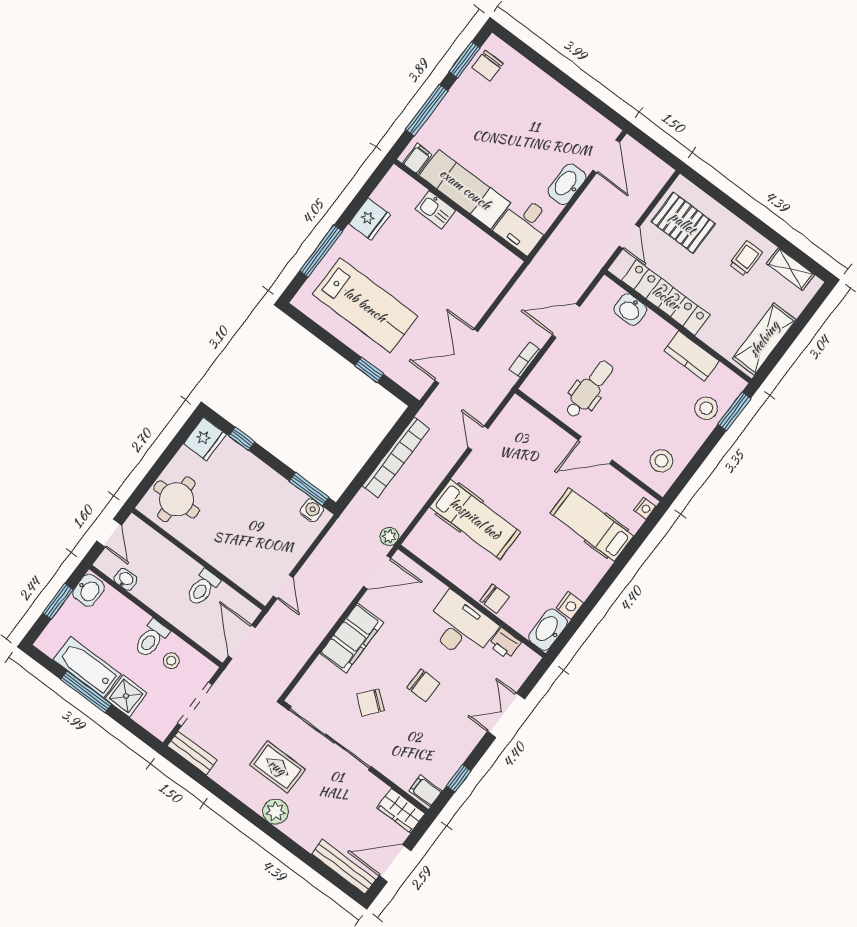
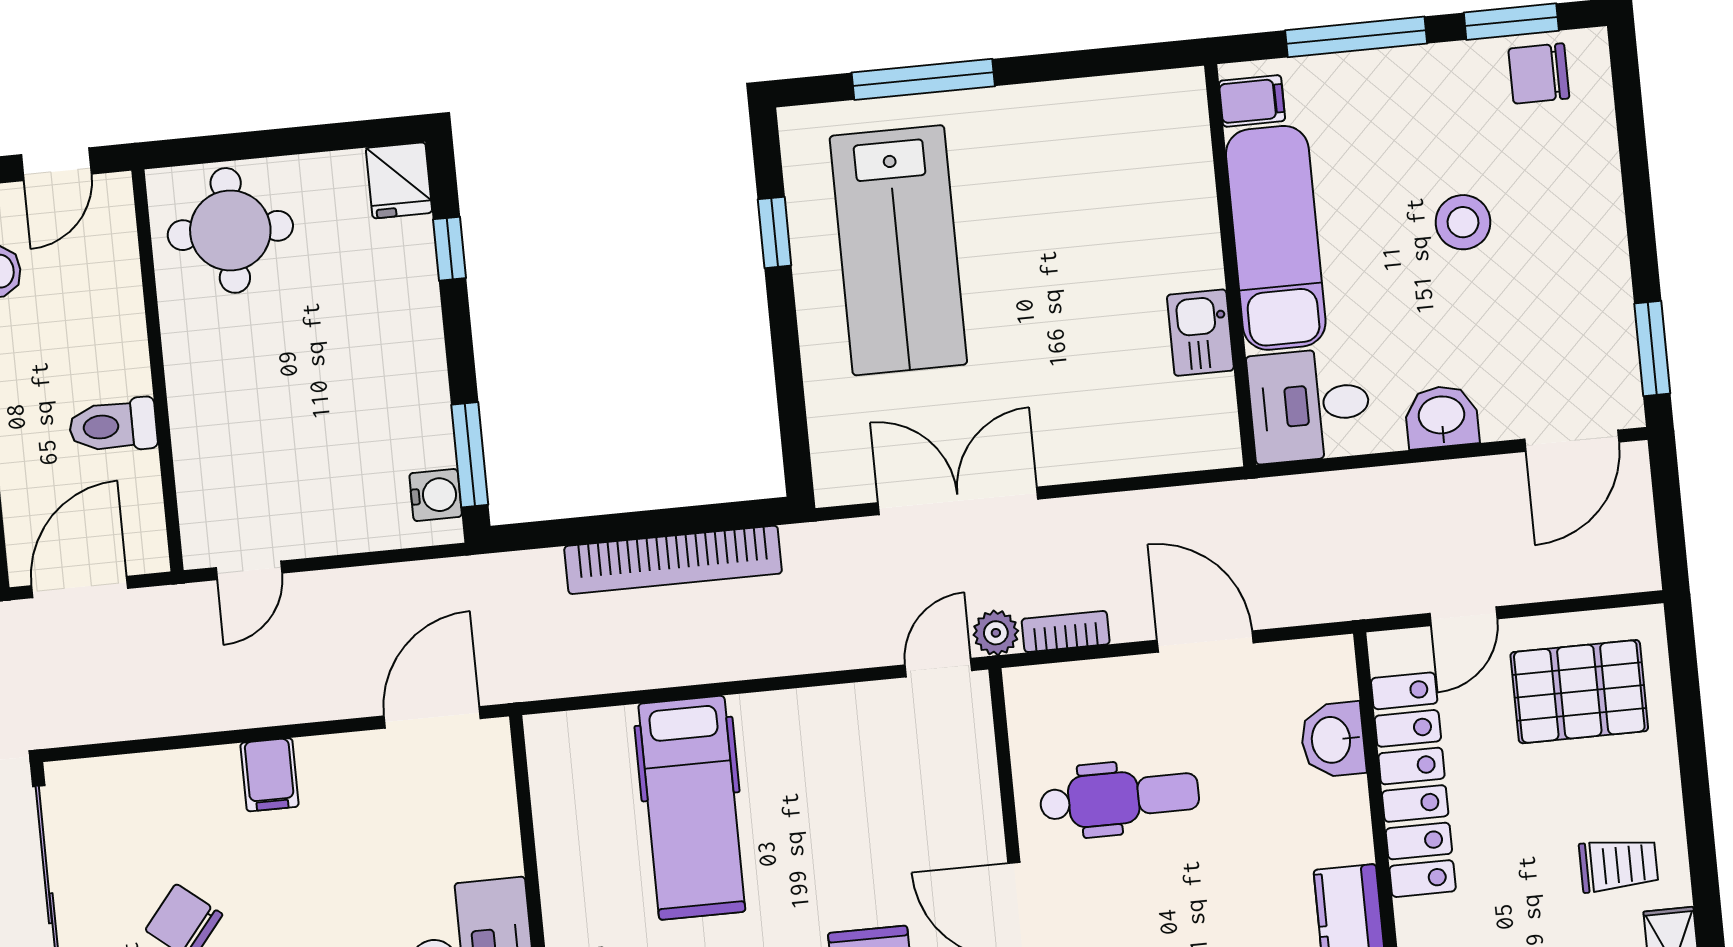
window: (601, 107) -> (1652, 348), added
stool: (511, 129) -> (1463, 222), added
washbasin: (567, 184) -> (1442, 417), width x0.72
kitchen sink: (435, 210) -> (1200, 333), moved
fridge: (370, 219) -> (1062, 114), removed
pallet: (683, 223) -> (1579, 692), turned 90
window: (369, 370) -> (775, 232), moved
door: (478, 438) -> (938, 668), moved
fridge: (205, 439) -> (399, 180), width x0.72
plant: (389, 536) -> (996, 633), moved
door: (377, 572) -> (432, 717), swing flipped
filing cabinet: (352, 638) -> (270, 775), width x0.33, depth x0.86

